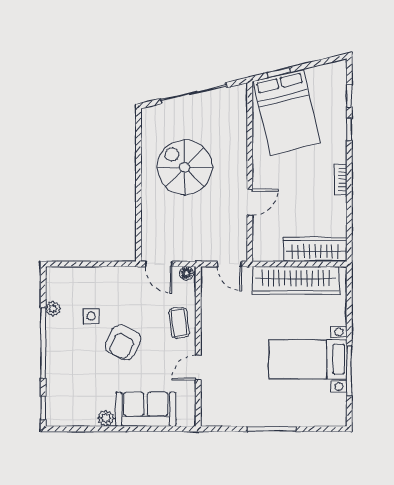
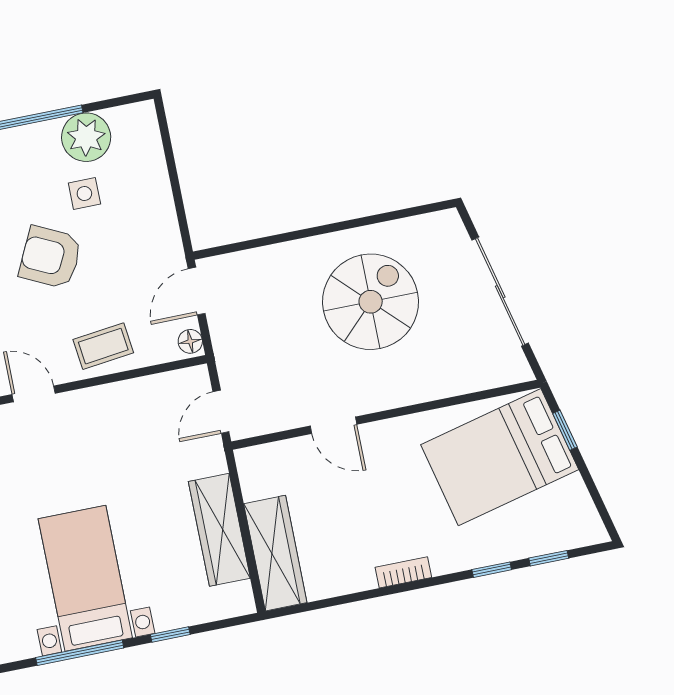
wardrobe: (296, 280) -> (219, 530), width x0.71, depth x0.85
plant: (53, 309) -> (86, 137), width x1.88, depth x1.88
window: (349, 318) -> (170, 634), added

